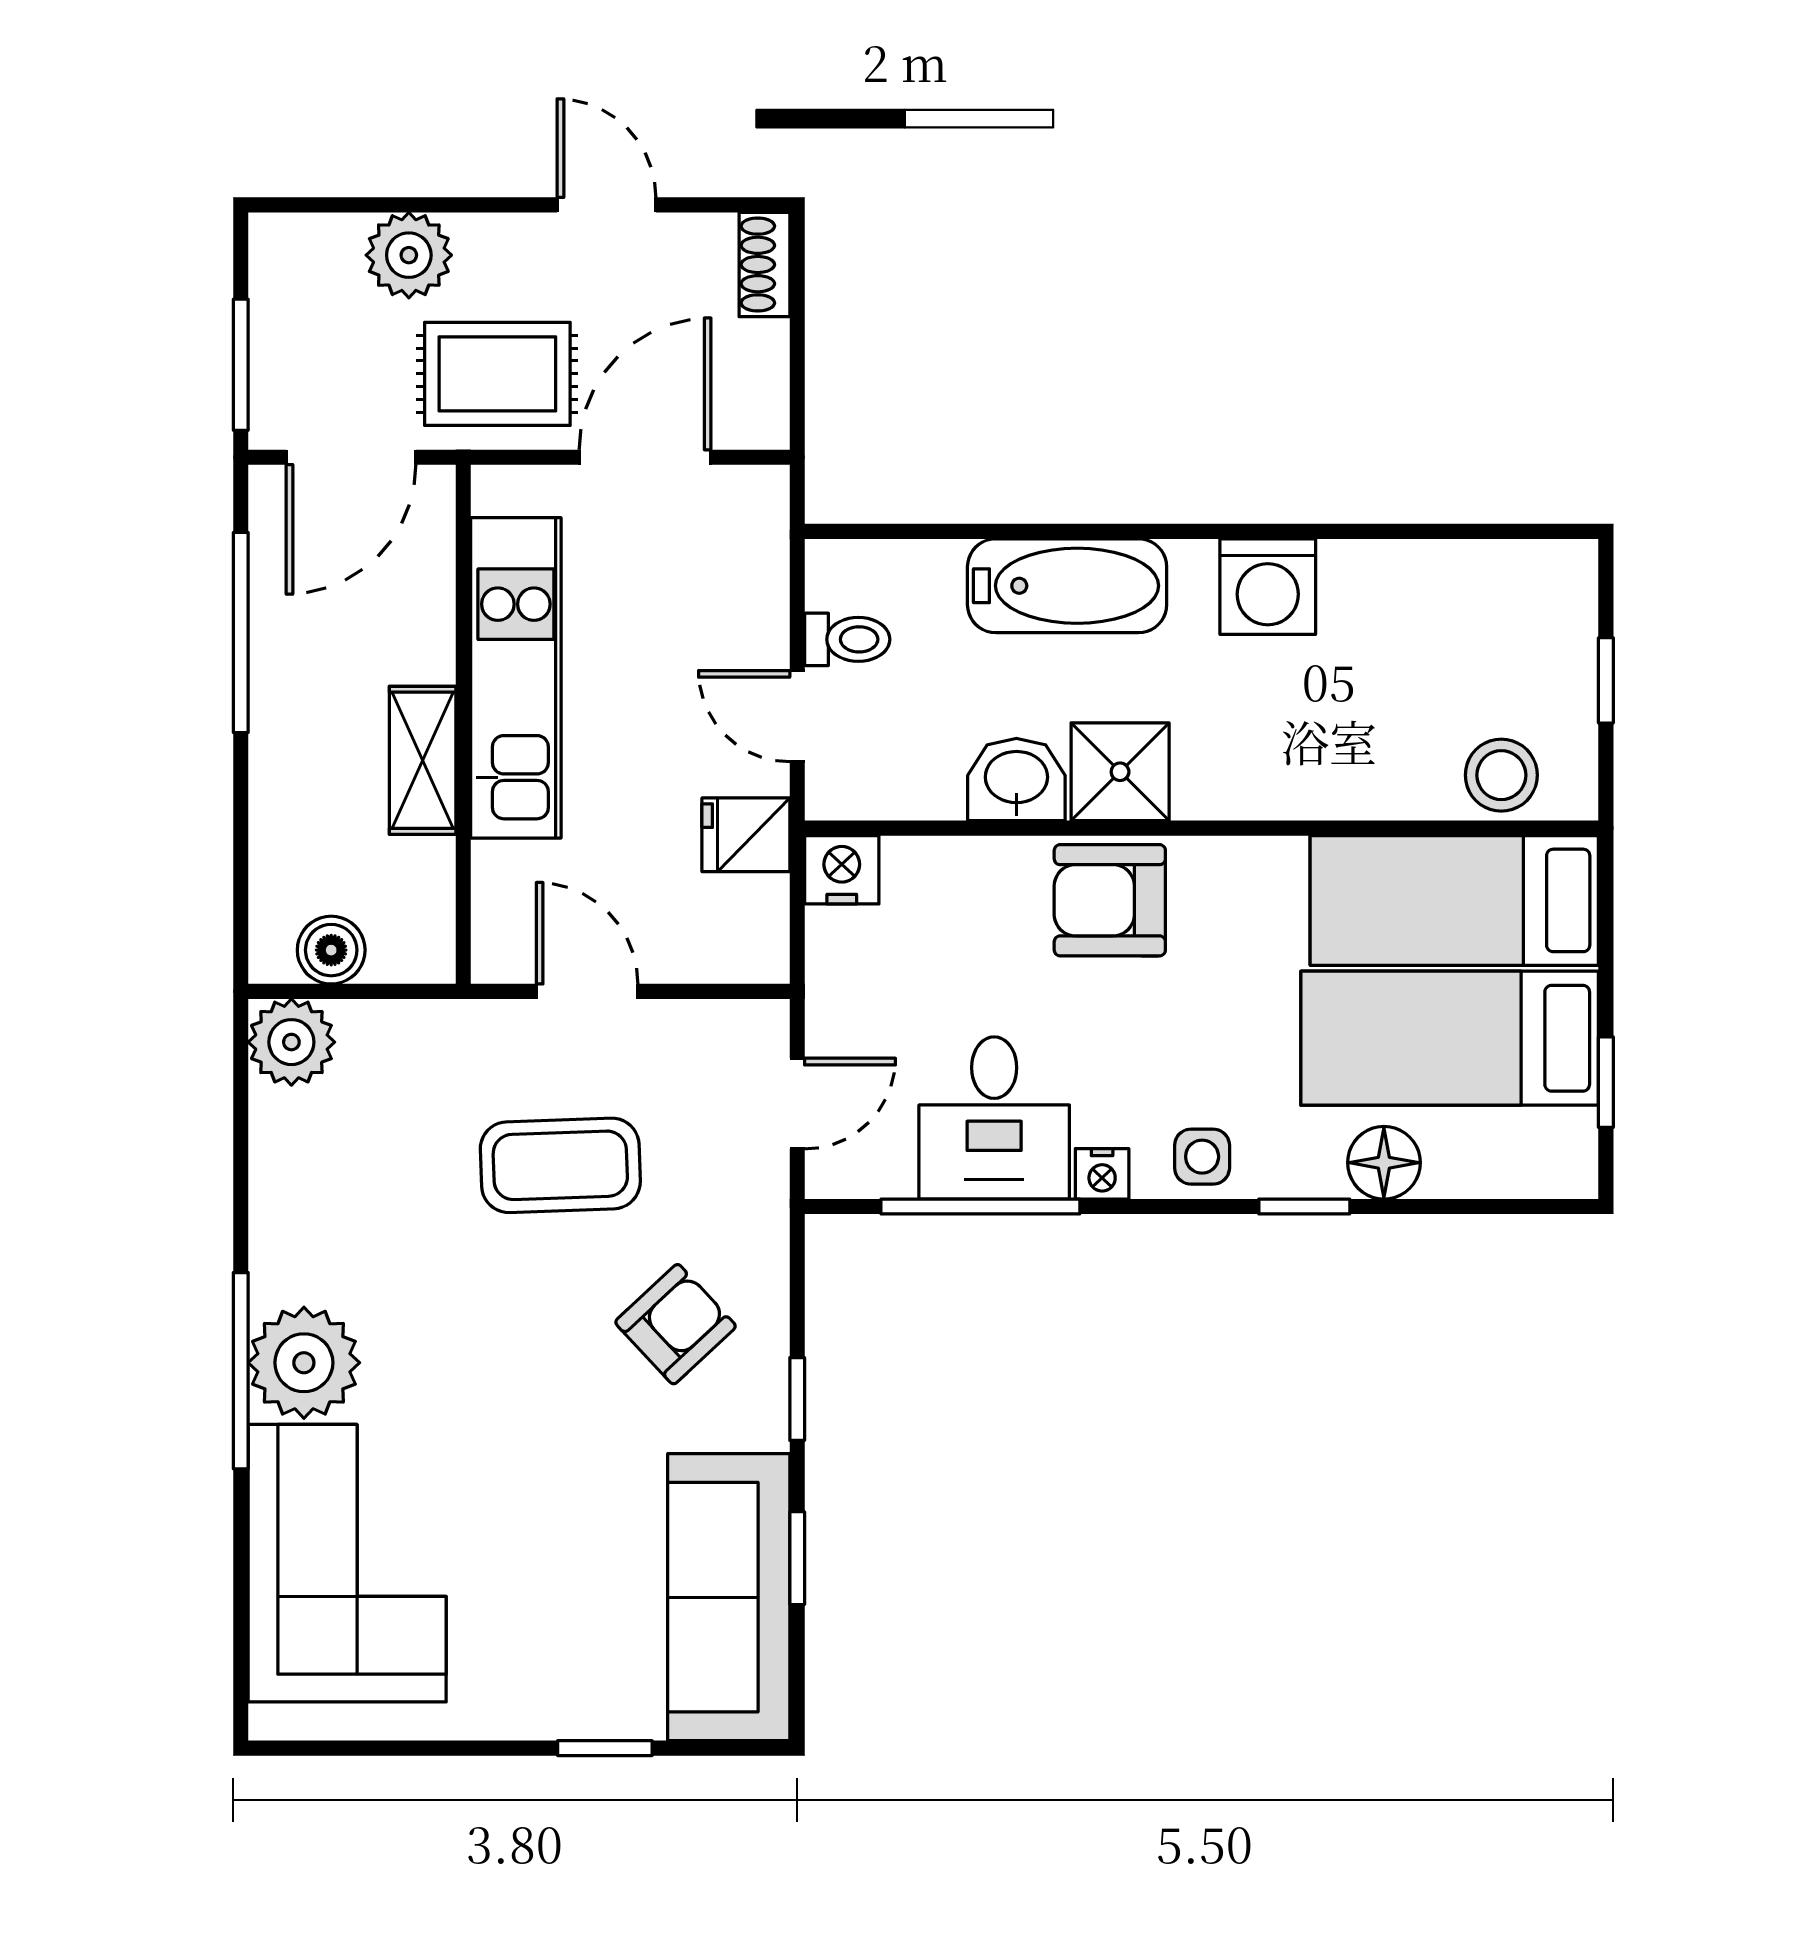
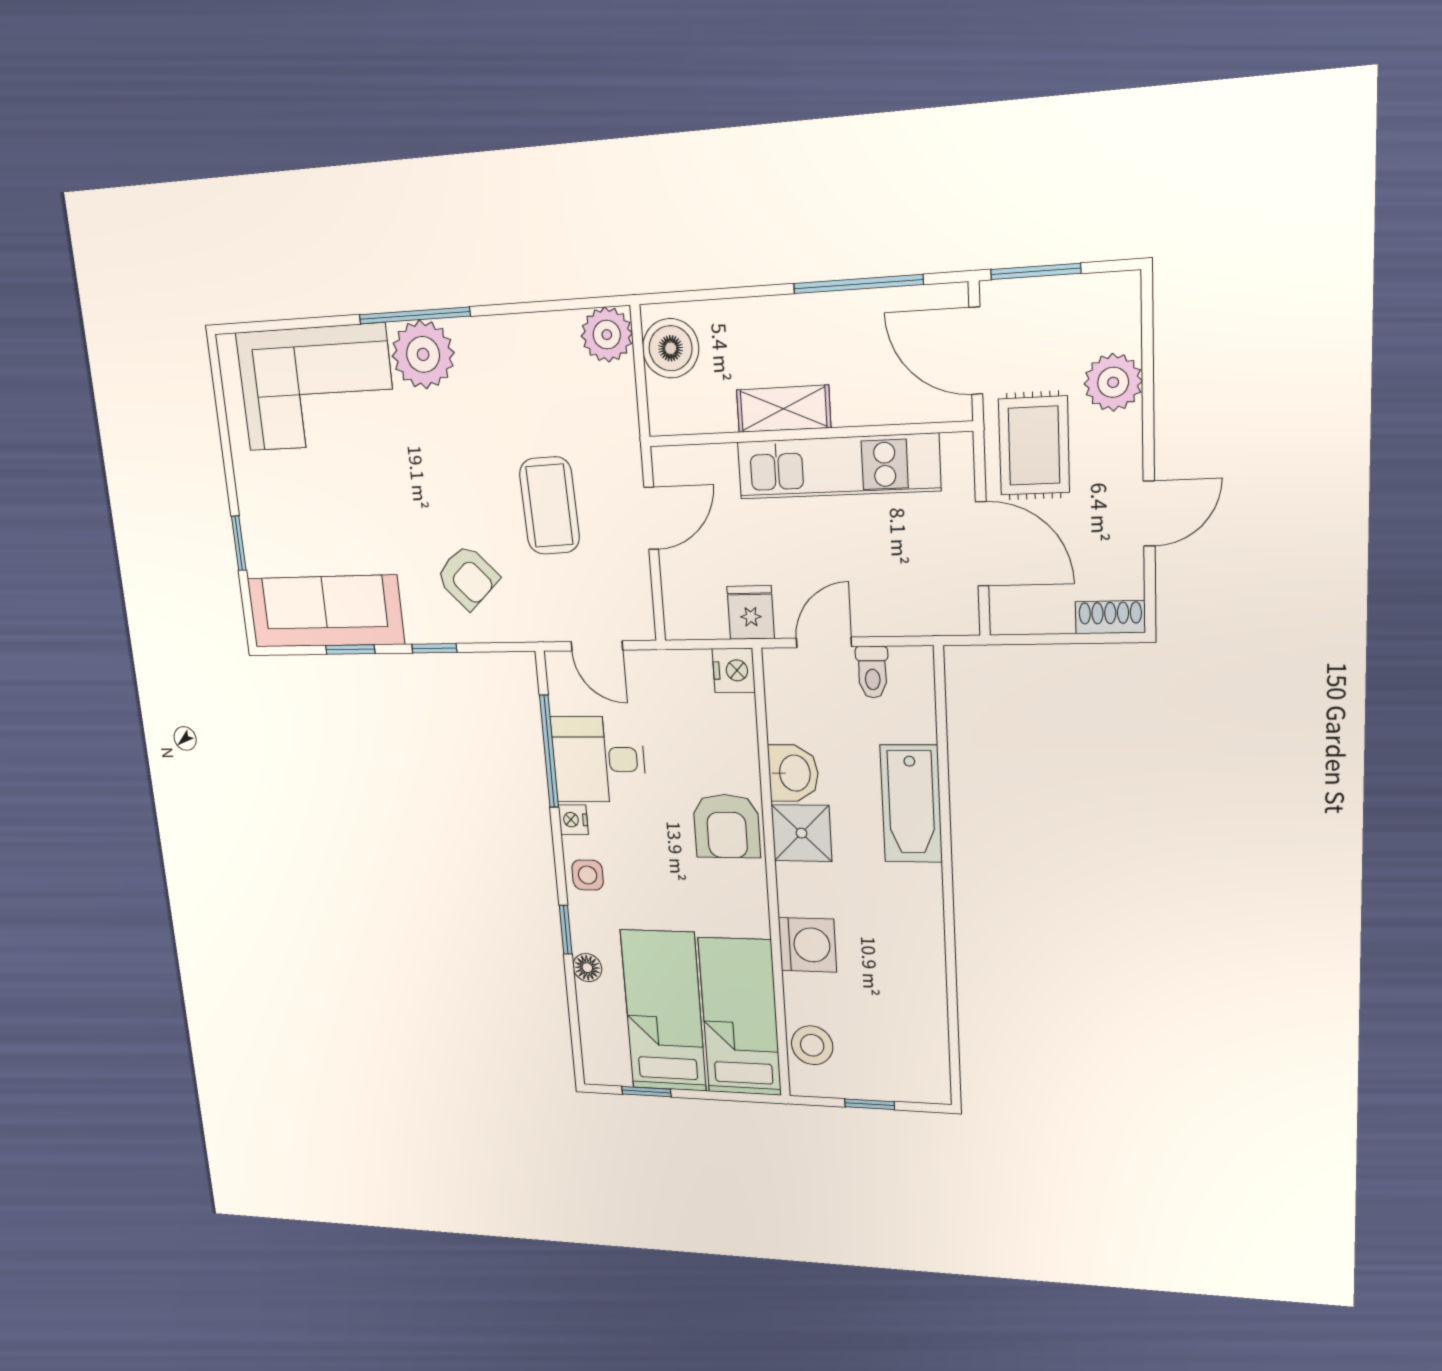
washing machine: (1268, 587) -> (807, 945), moved, turned 180
armchair: (1110, 900) -> (727, 826), turned 180
boiler: (331, 950) -> (671, 348), width x1.36, depth x1.36
floor lamp: (1384, 1163) -> (587, 968), width x0.73, depth x0.73

